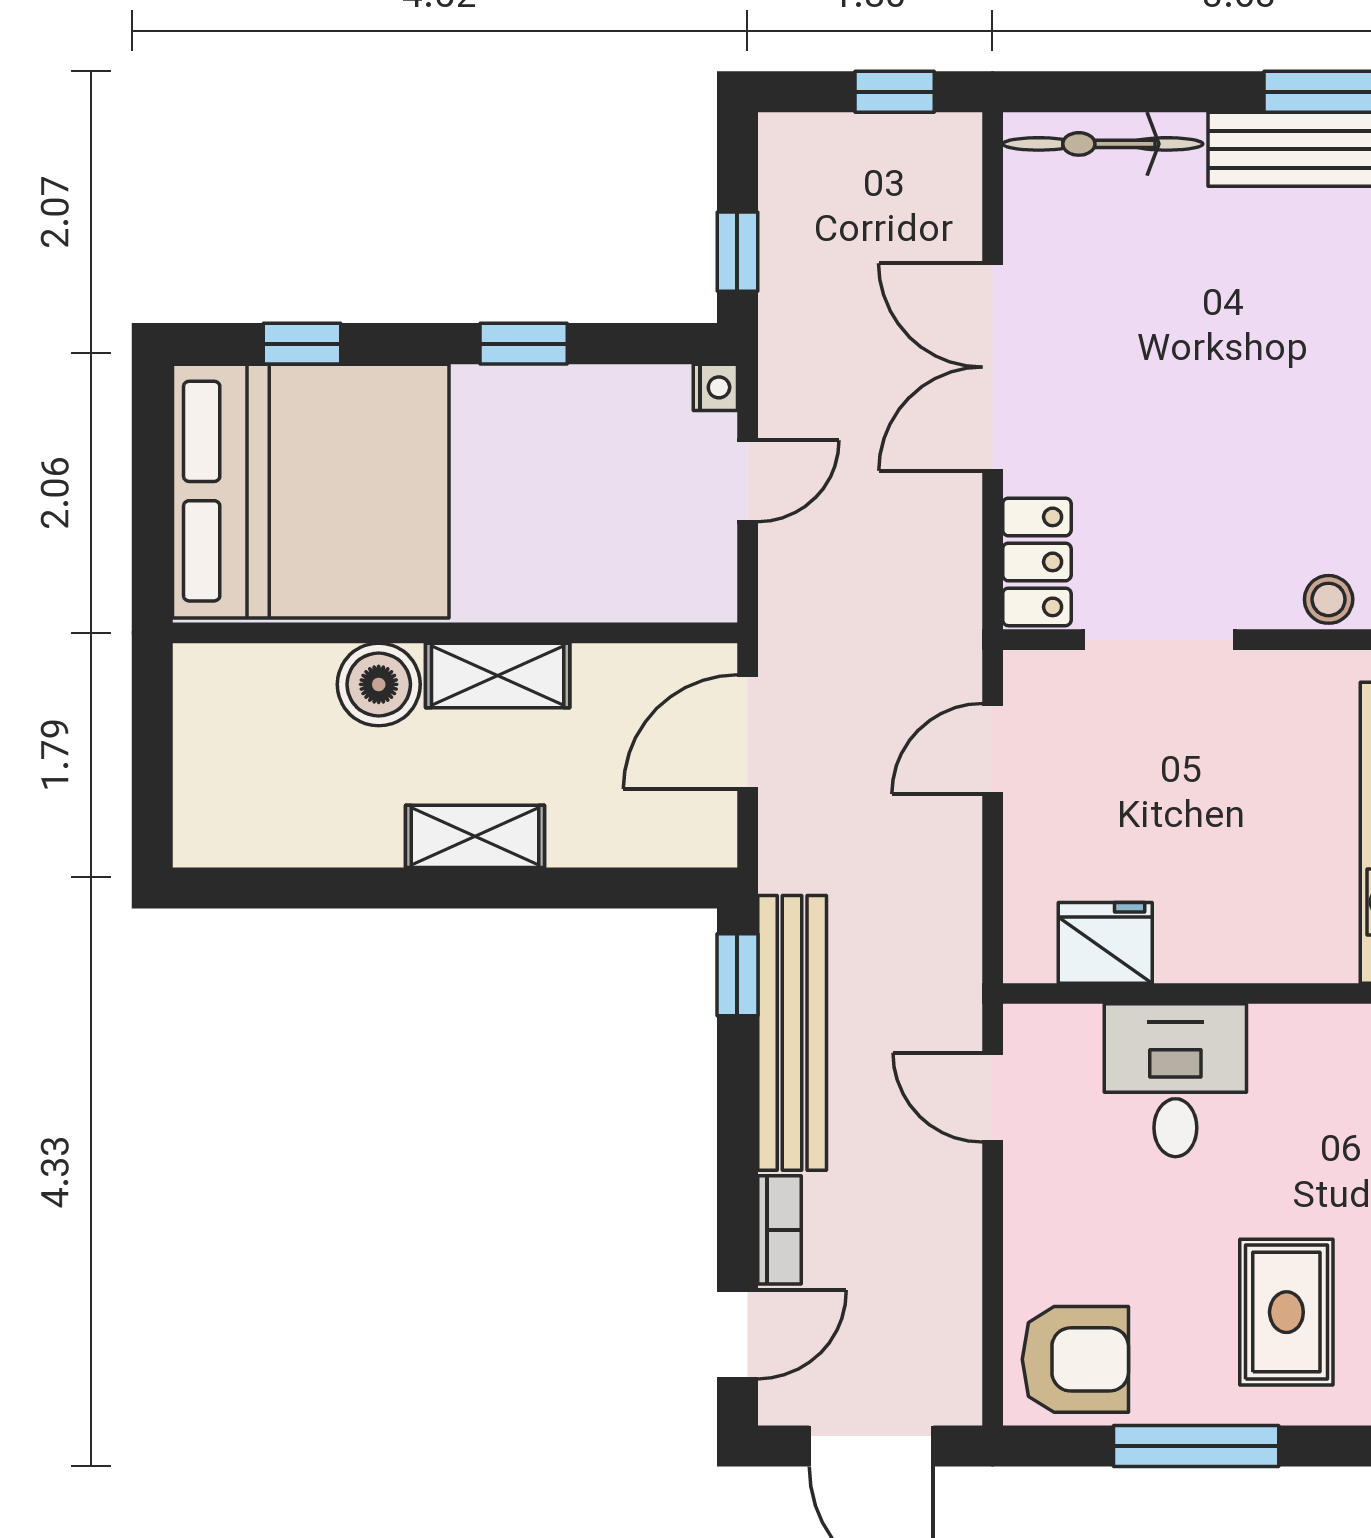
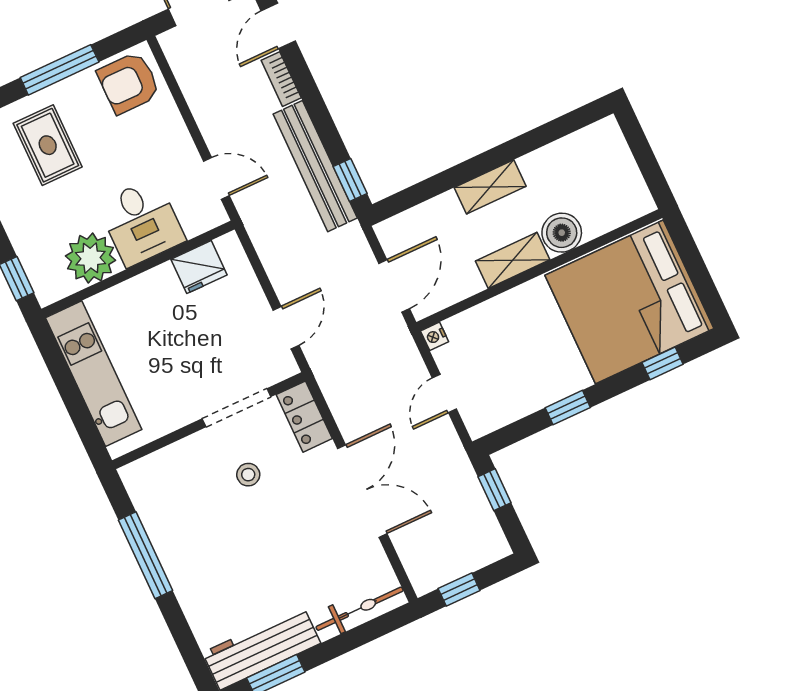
nightstand: (715, 387) -> (435, 336), moved
stool: (1329, 599) -> (248, 475), moved
plant: (1305, 1057) -> (91, 258), added

